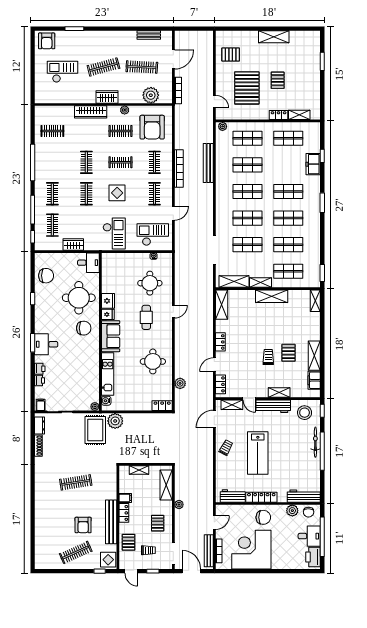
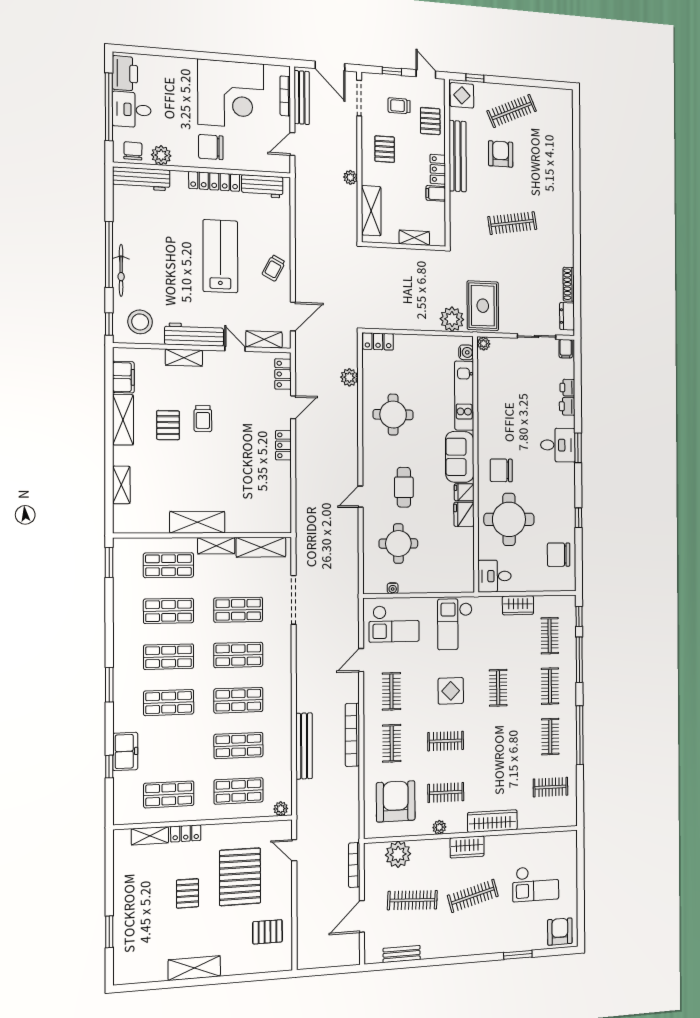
clothes rail: (86, 162) -> (550, 737), moved
shelving: (315, 301) -> (121, 485), moved
shelving: (222, 305) -> (281, 508), removed

